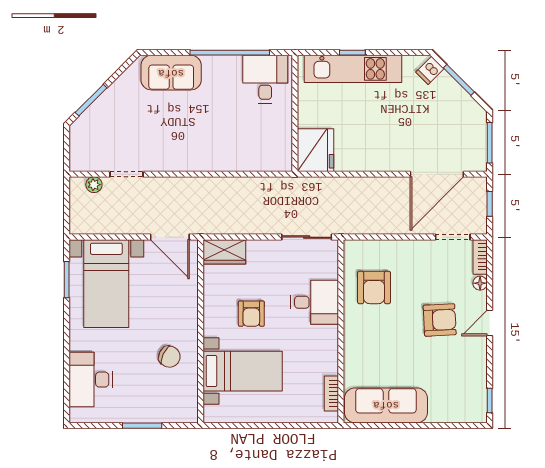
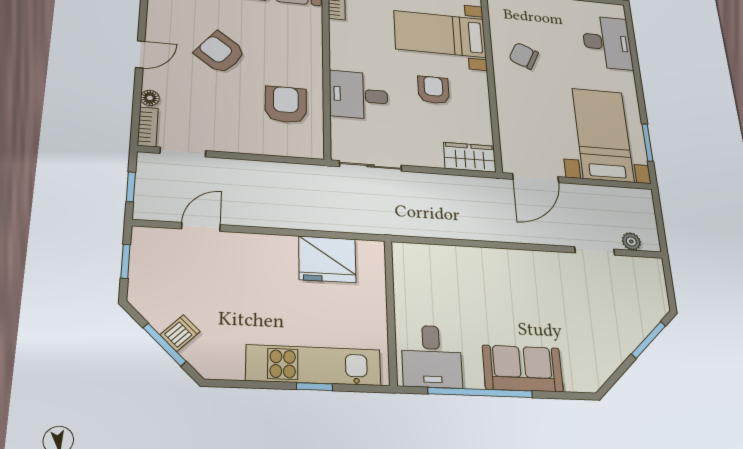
dishwasher: (430, 70) -> (180, 333), moved
sofa: (171, 73) -> (523, 368), moved
window: (490, 143) -> (125, 261), width x0.67
fridge: (316, 150) -> (327, 259), moved, turned -90
door: (437, 174) -> (201, 227), width x0.53
door: (170, 237) -> (536, 178), swing flipped
armchair: (440, 320) -> (220, 53), moved, turned 41

